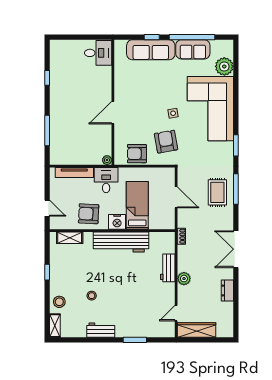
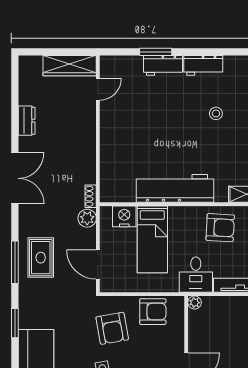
door: (176, 197) -> (98, 265), moved
nightstand: (117, 222) -> (124, 216), moved
workbench: (168, 268) -> (163, 65), moved, turned 90
plant: (184, 279) -> (87, 218), moved

